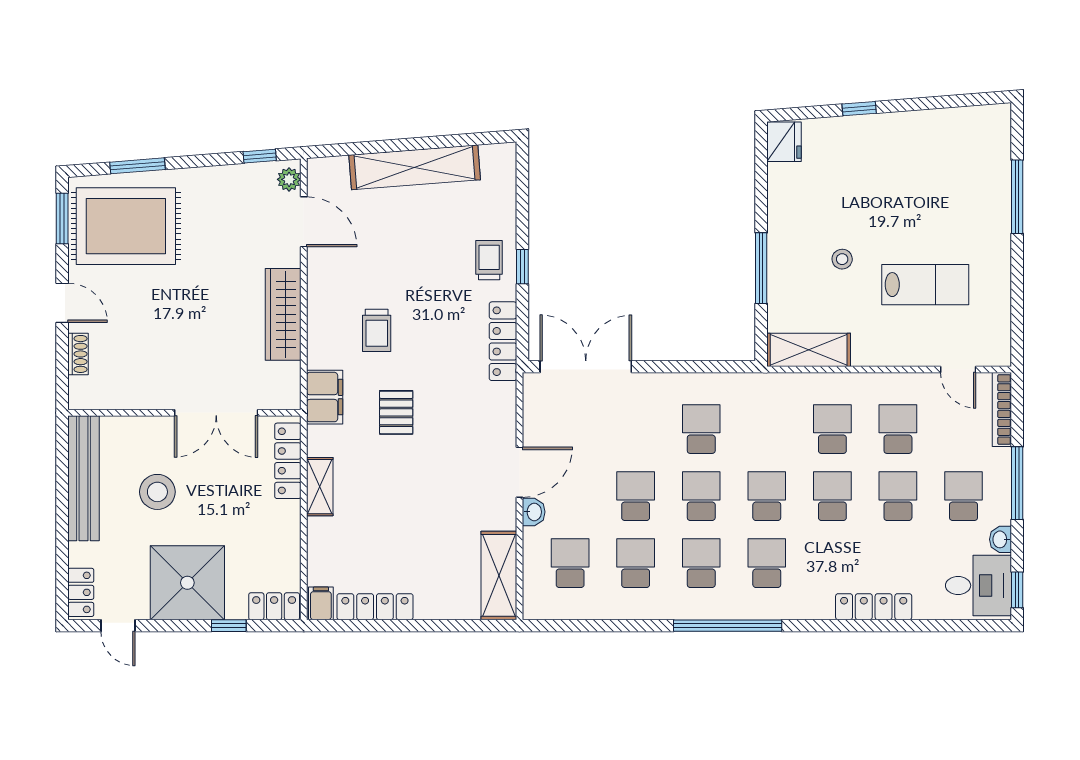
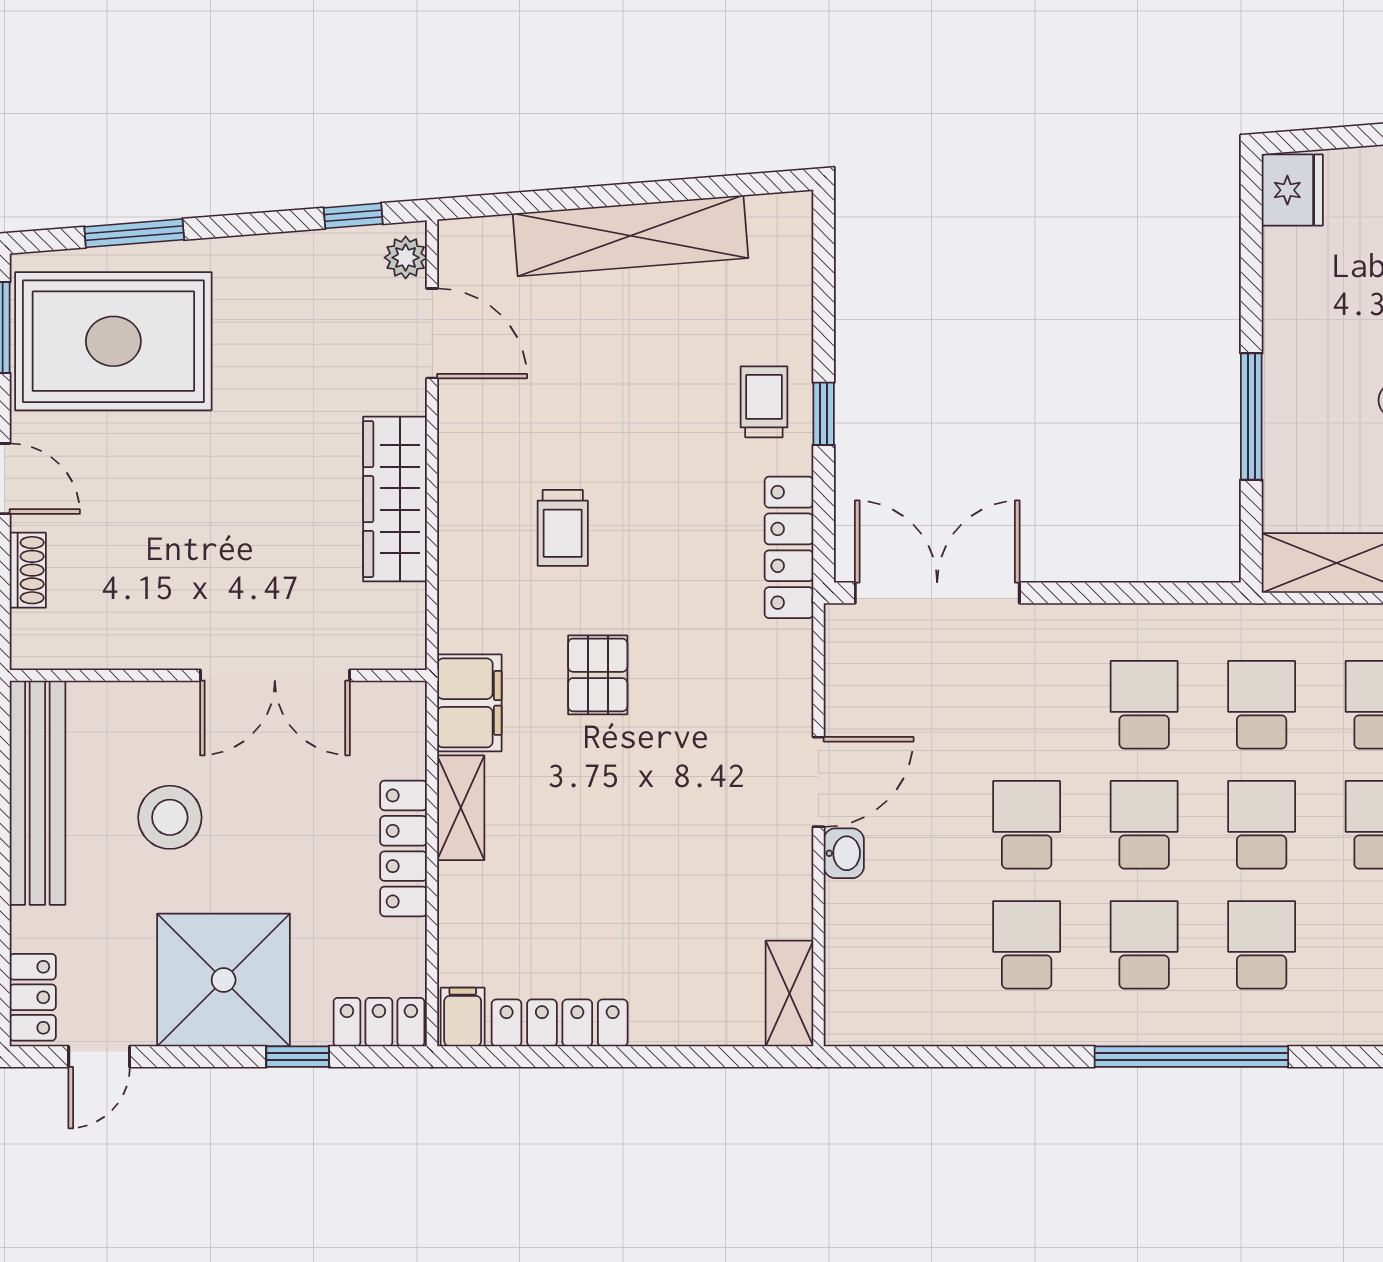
filing cabinet: (325, 397) -> (469, 703), moved
locker: (288, 461) -> (403, 848), moved
school desk: (570, 563) -> (1262, 705), moved
shelving: (499, 575) -> (789, 993), width x0.67, depth x0.75
door: (118, 626) -> (99, 1057), hinge flipped

